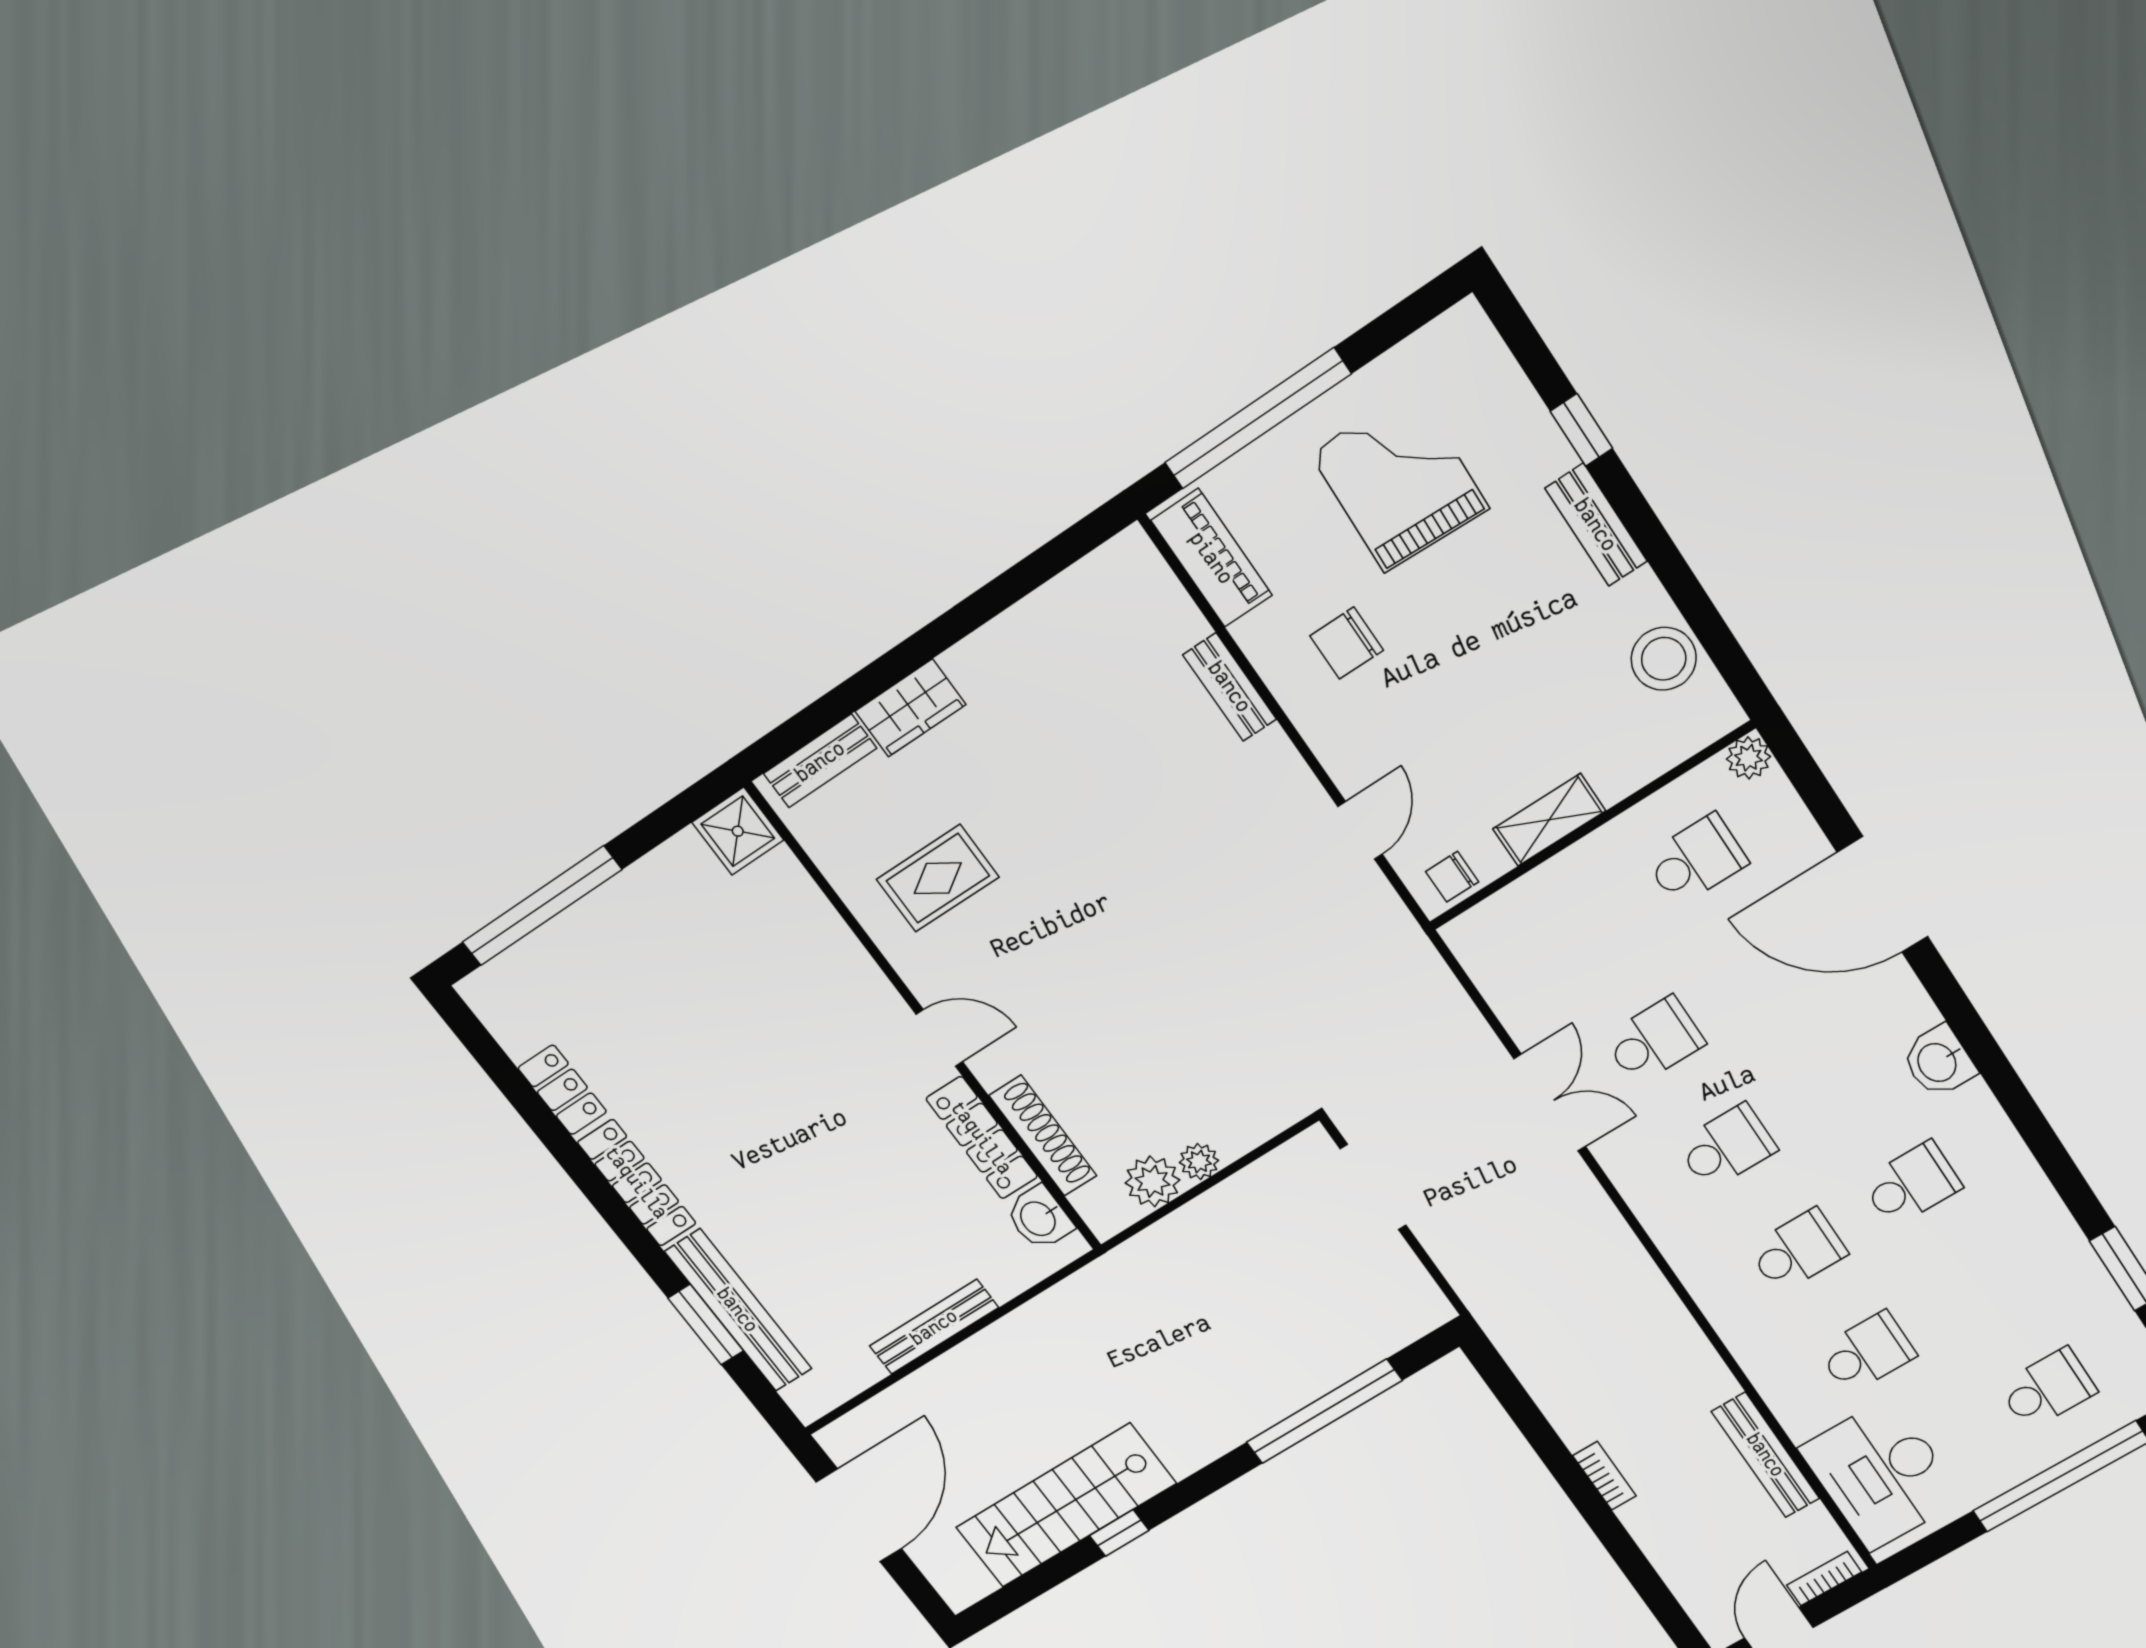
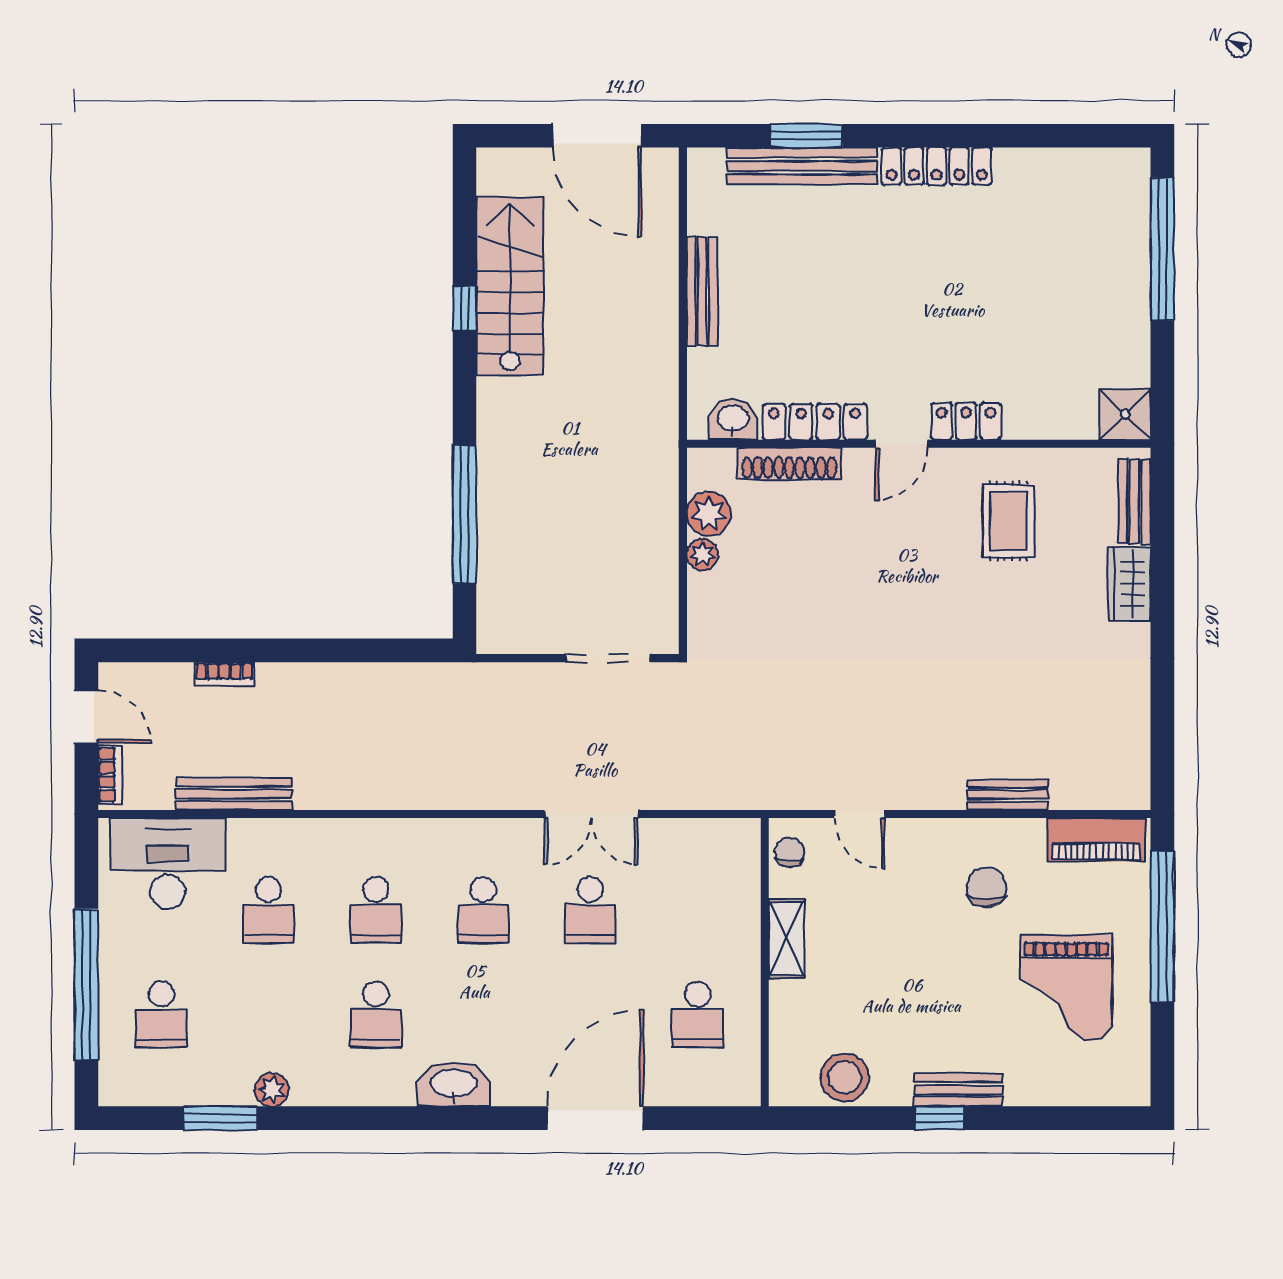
window: (1581, 430) -> (939, 1118), moved
grand piano: (1400, 481) -> (1066, 987), turned 88
plant: (1749, 758) -> (272, 1090), moved
washbasin: (1938, 1062) -> (454, 1084), width x1.38
locker: (562, 1090) -> (966, 421), moved, turned 180
bookcase: (1605, 1476) -> (224, 674), moved

